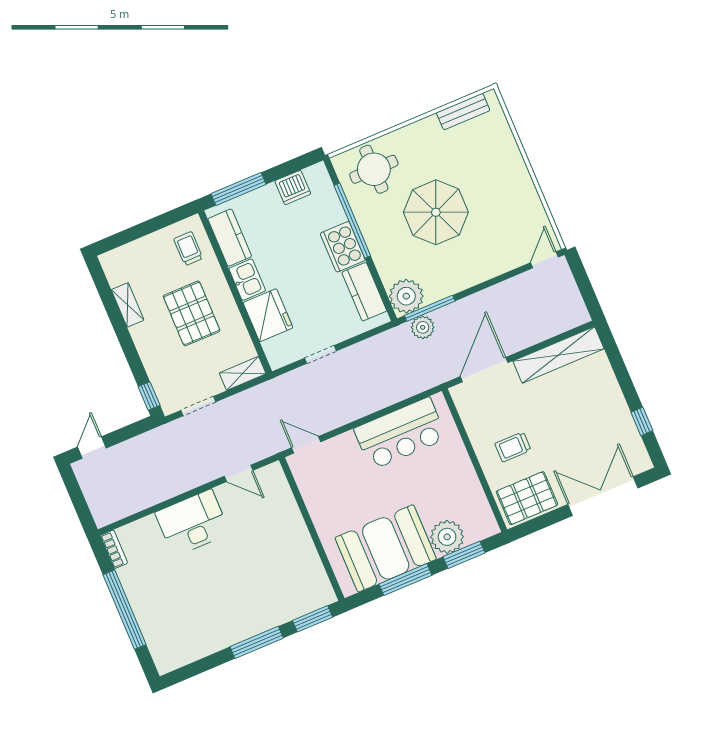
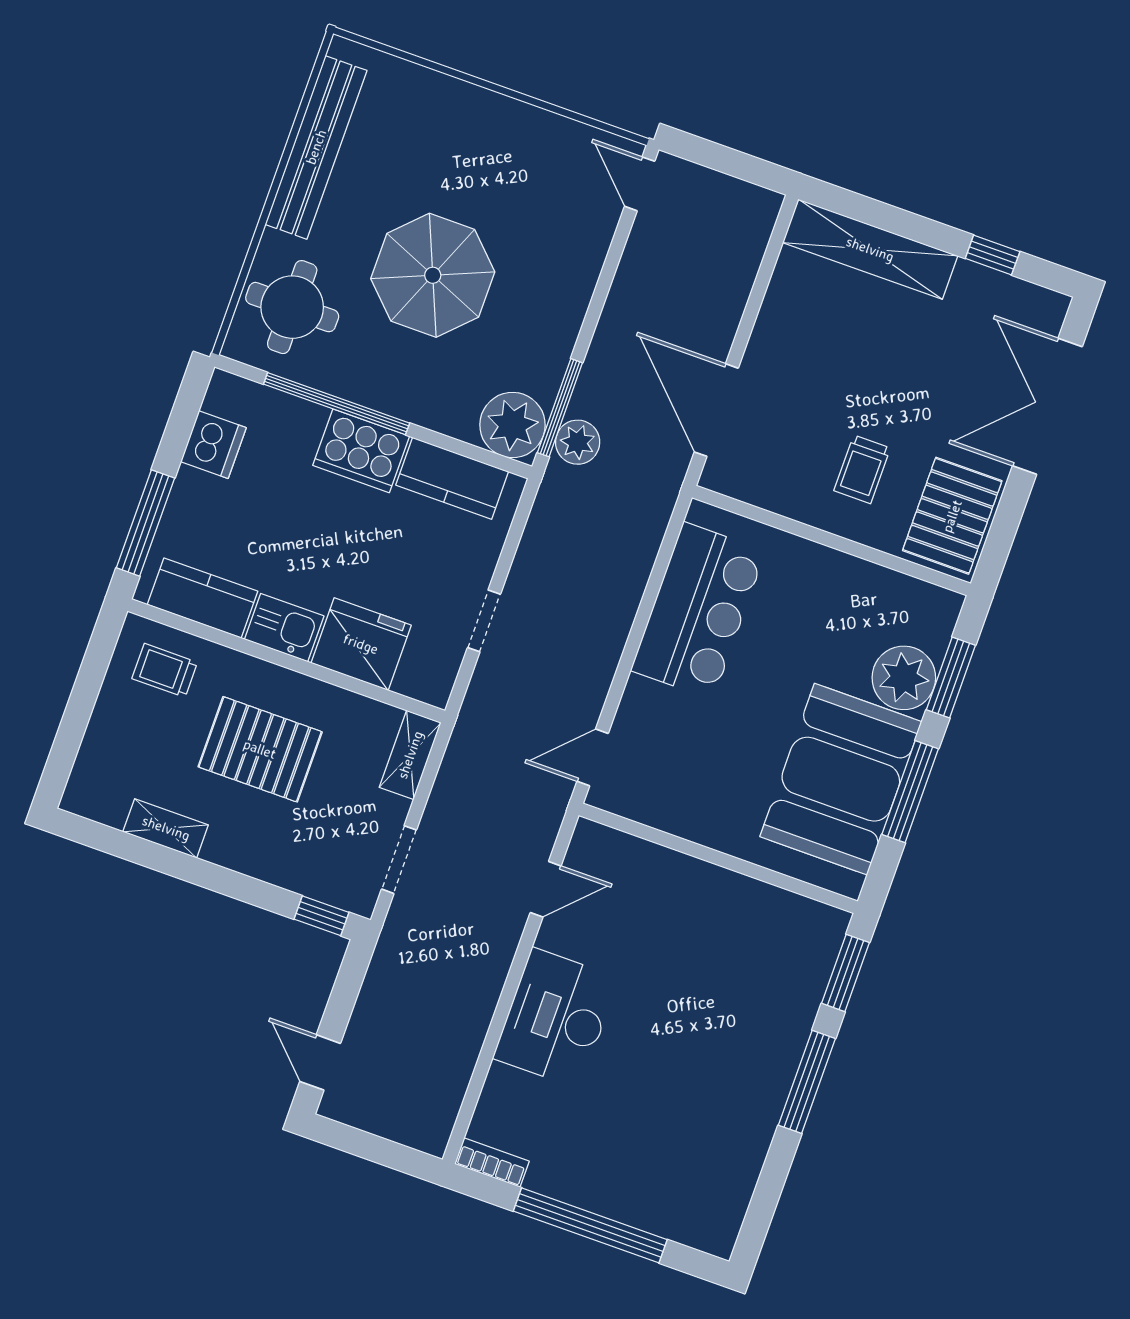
bench: (463, 112) -> (316, 147), width x1.86, depth x1.21
shelving: (558, 355) -> (870, 249), moved, turned 90

